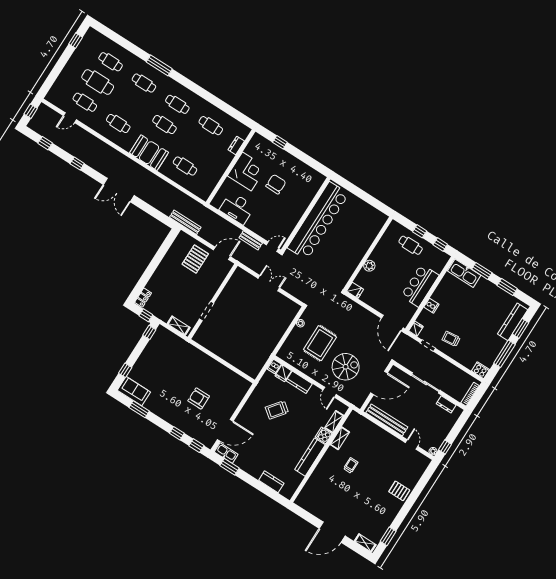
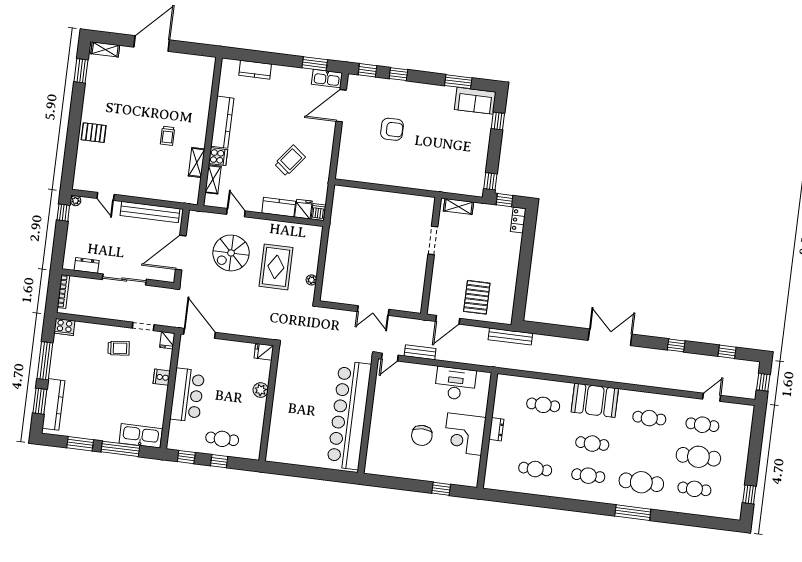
cafe table: (144, 83) -> (641, 482), width x1.37, depth x1.35
dresser: (236, 145) -> (496, 429), moved
window: (482, 271) -> (120, 449), width x1.44

